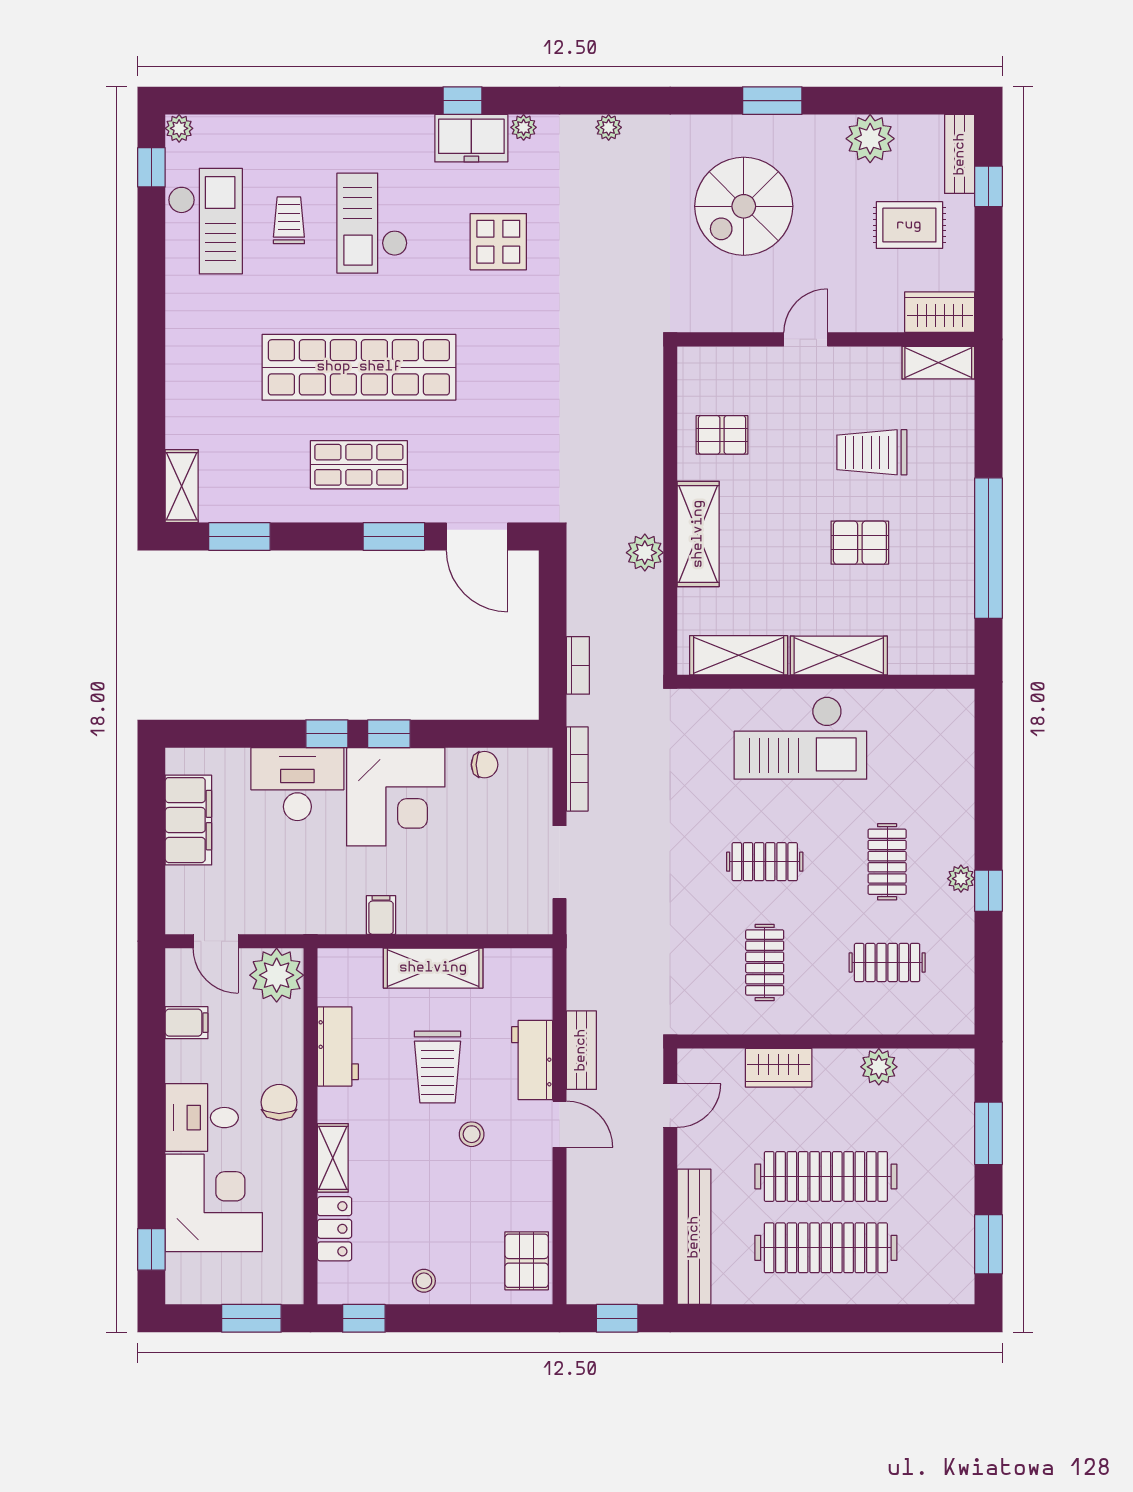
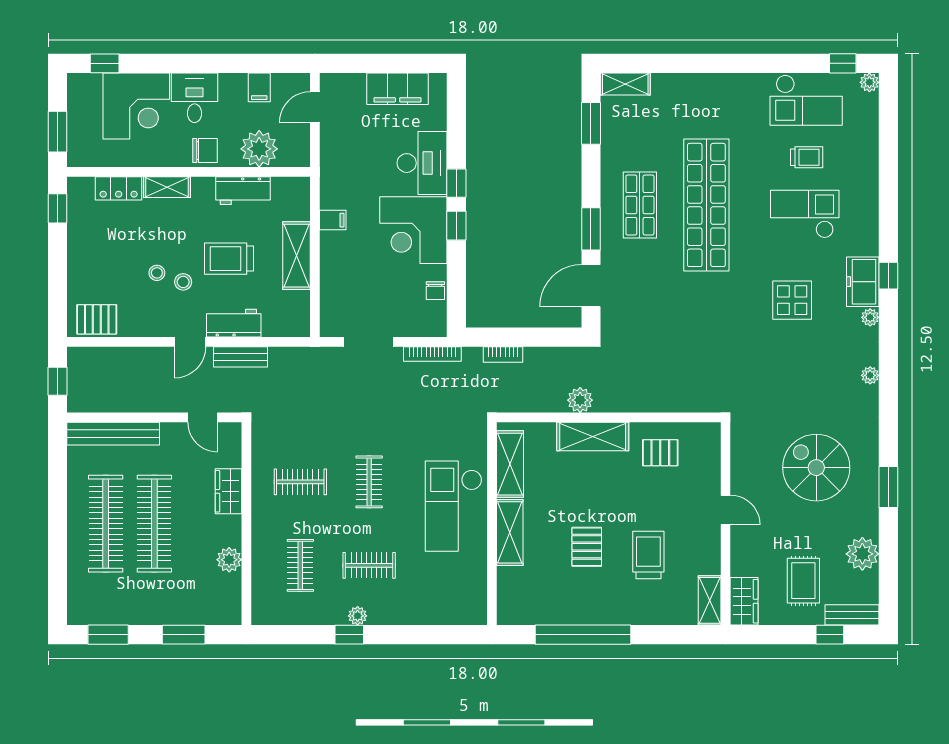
pallet: (722, 435) -> (660, 453), turned 90
plant: (277, 975) -> (259, 149), moved
stool: (424, 1281) -> (157, 273), moved

